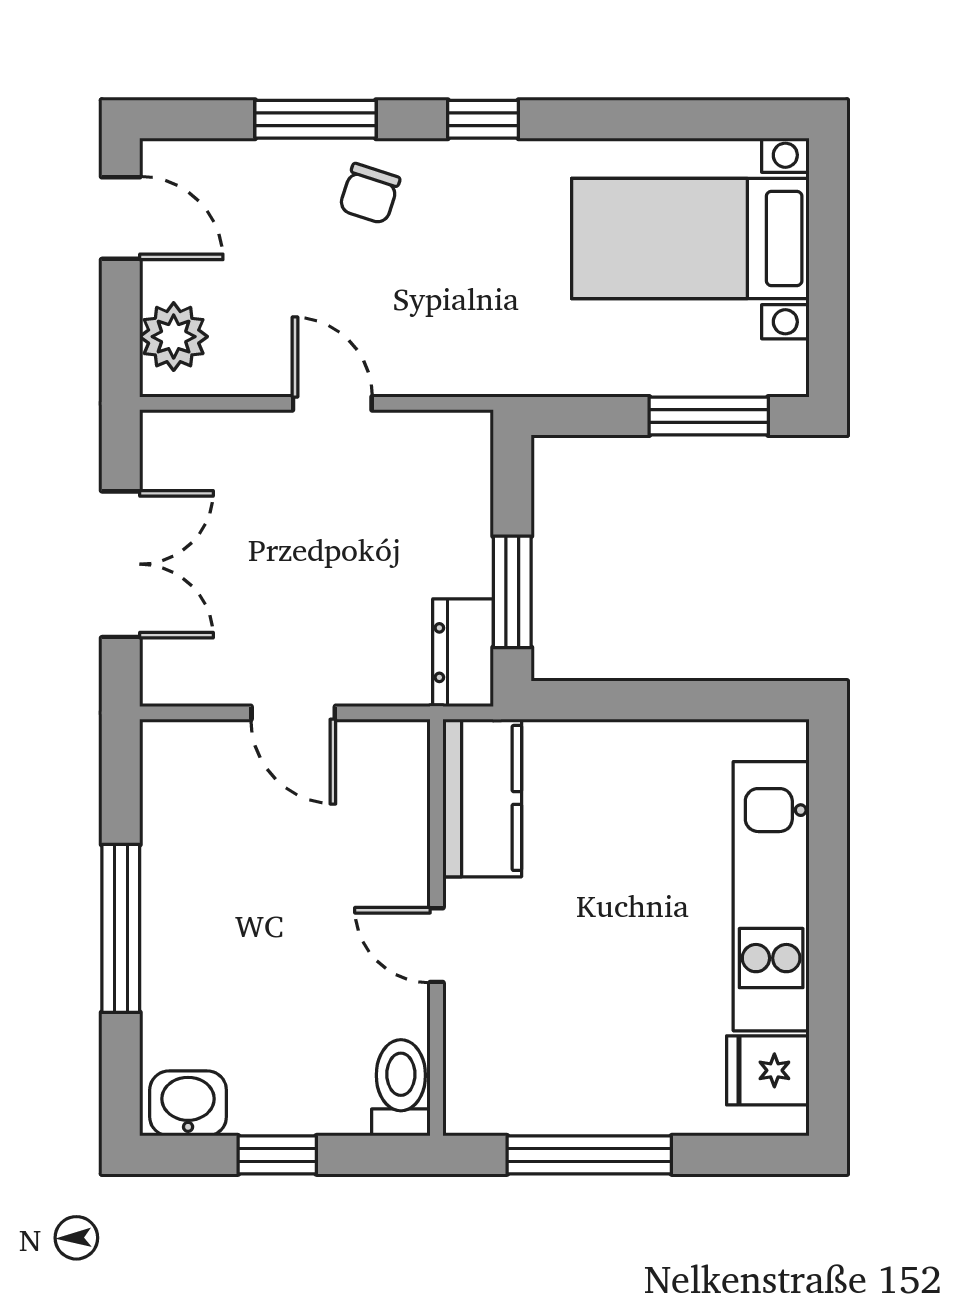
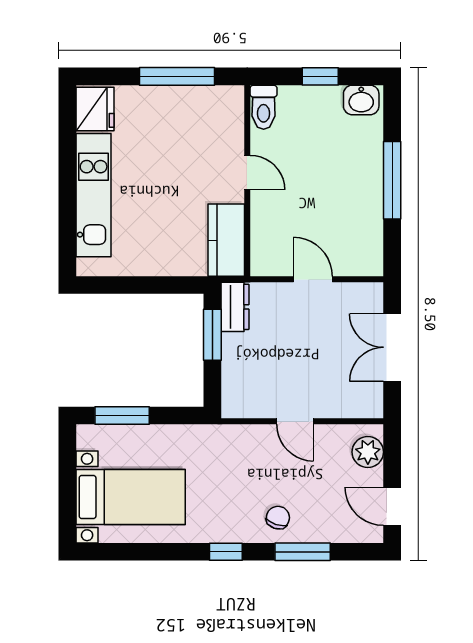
fridge: (768, 1070) -> (95, 109), width x1.38

